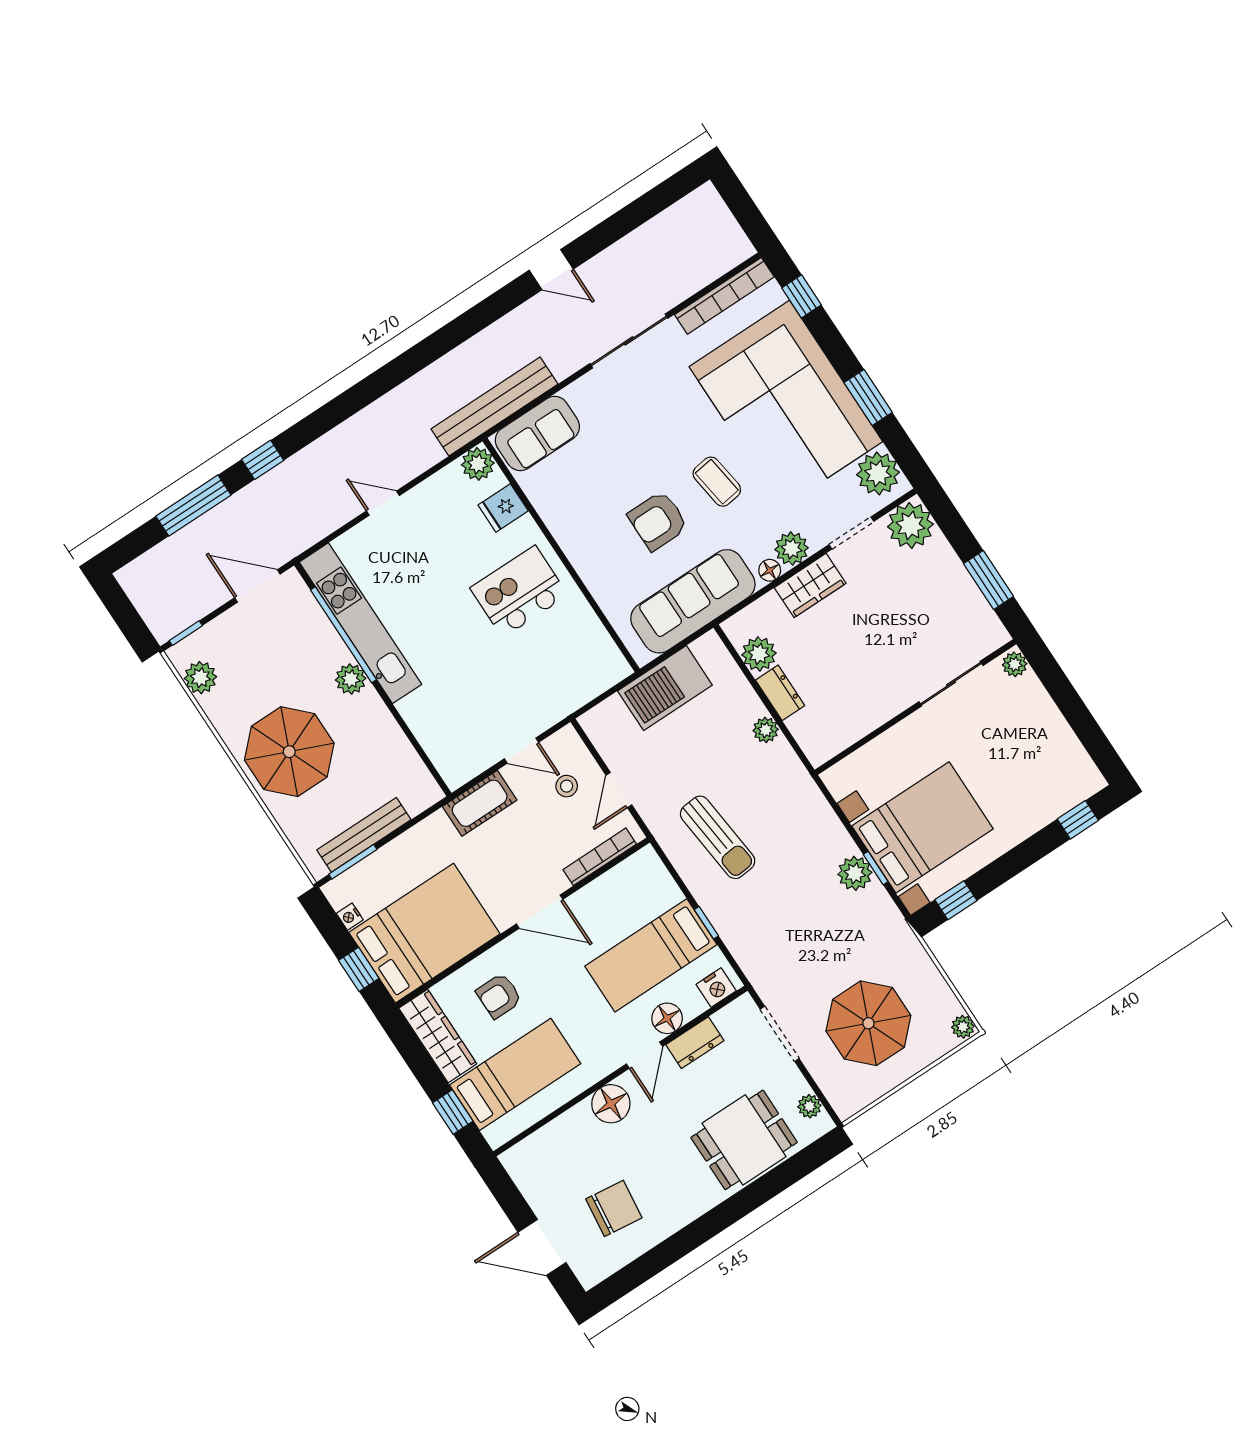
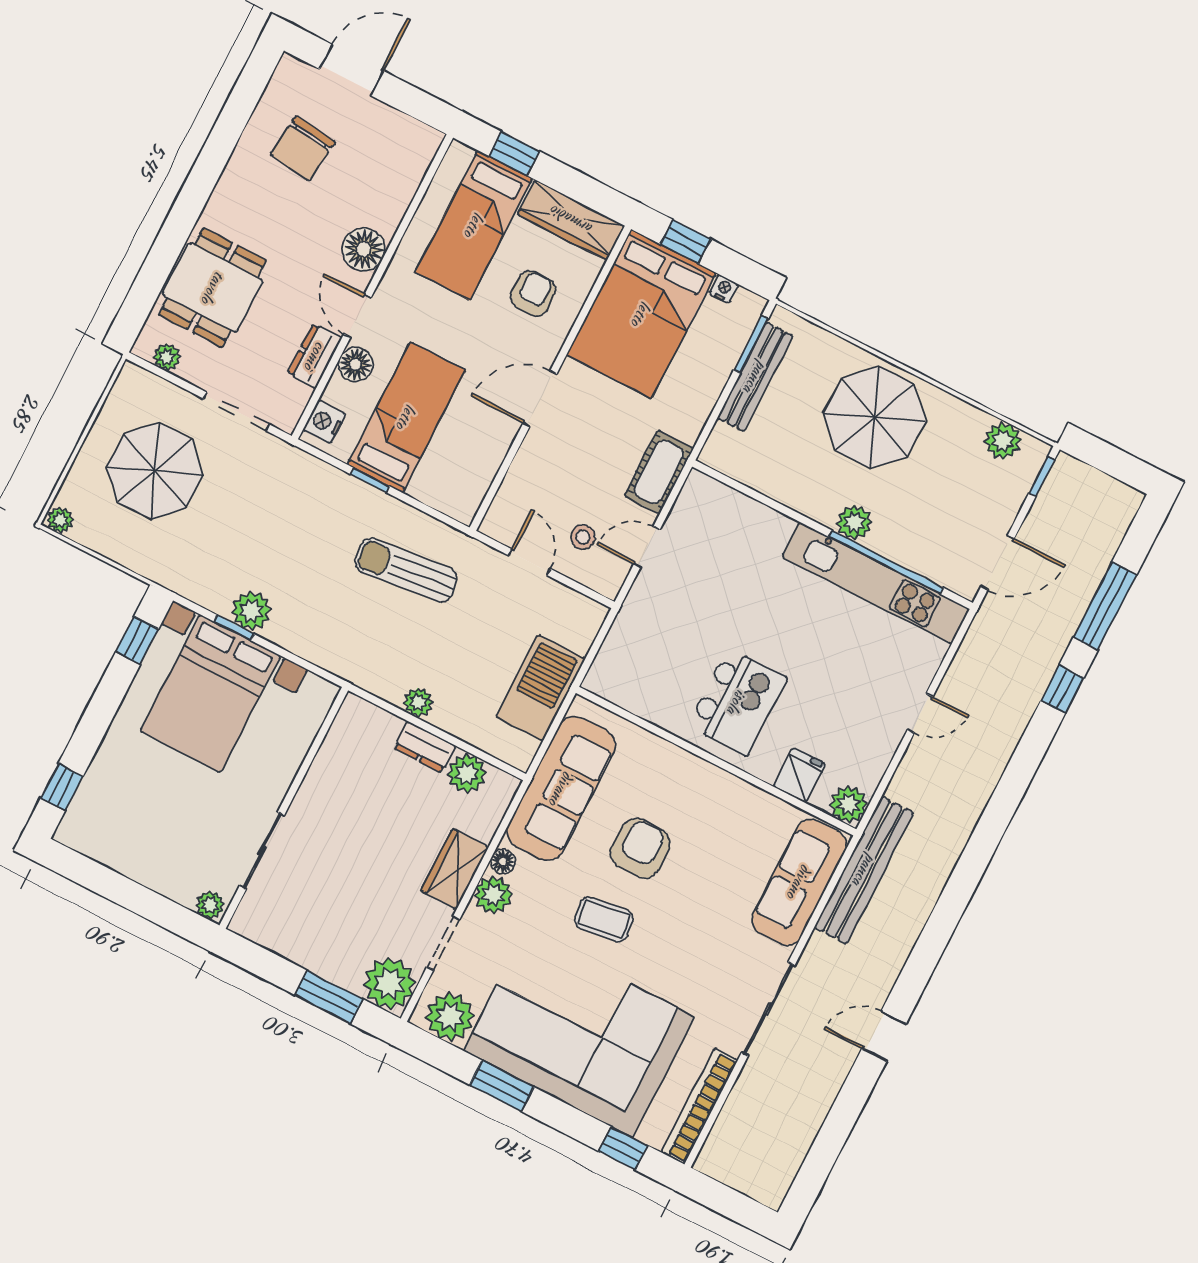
sofa: (537, 433) -> (799, 882), width x1.36
window: (989, 580) -> (329, 997), moved
bookcase: (600, 857) -> (511, 486), removed

